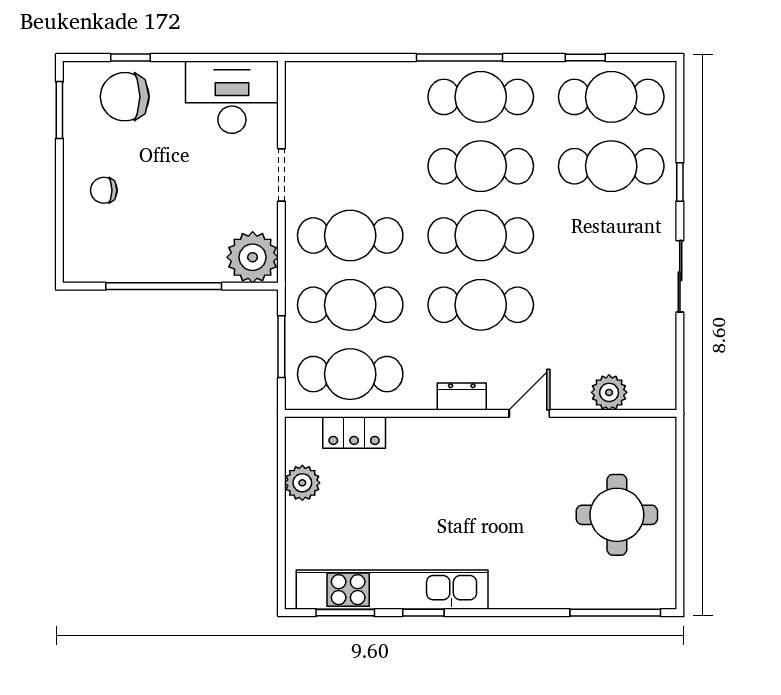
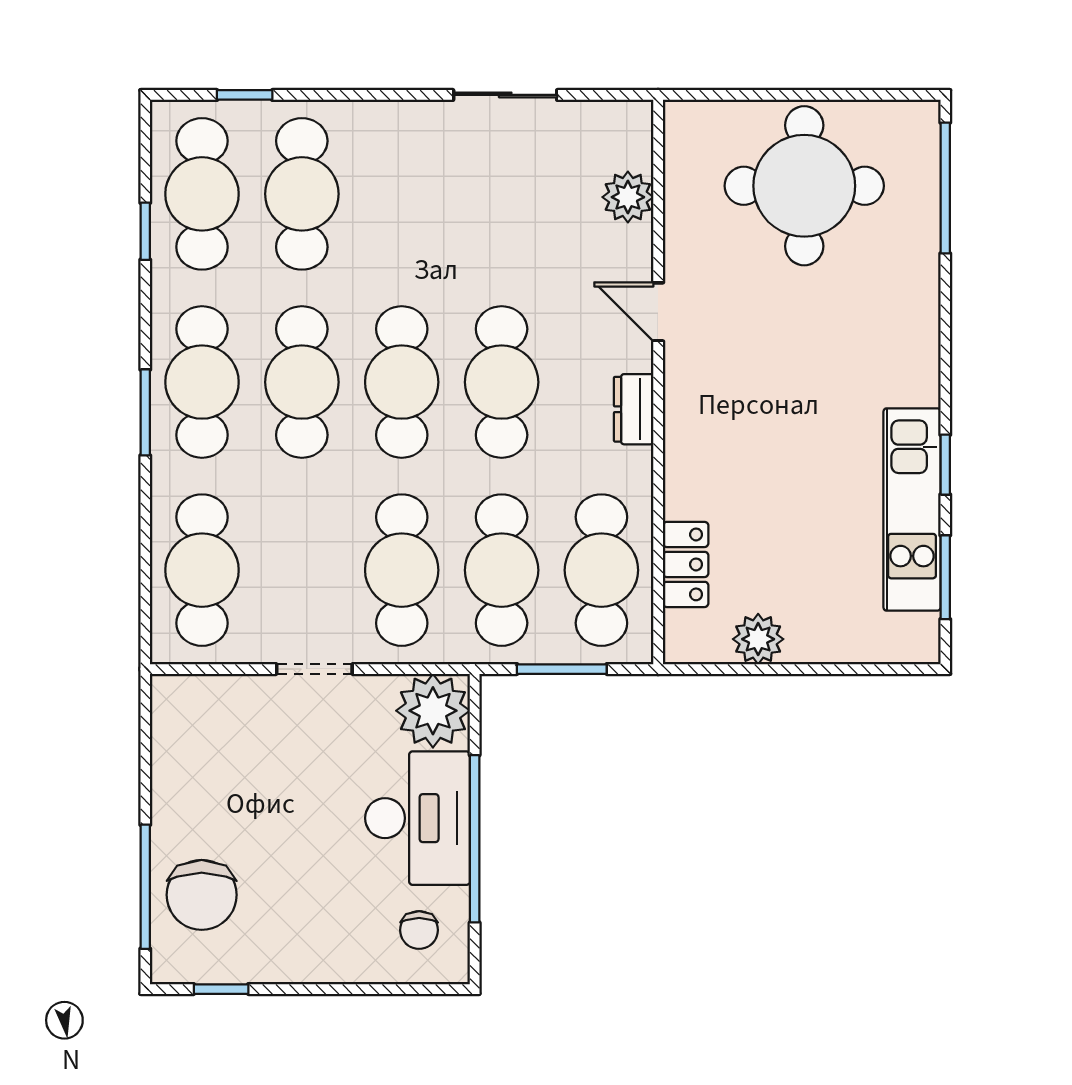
window: (130, 58) -> (145, 887), width x2.17
window: (460, 58) -> (145, 412), width x0.69
desk: (232, 97) -> (418, 818), moved, turned 180
cafe table: (350, 97) -> (202, 570), added
window: (59, 110) -> (221, 989), width x0.67
window: (680, 182) -> (245, 95), moved
chair: (104, 190) -> (419, 930), moved
sliding door: (680, 276) -> (505, 95), moved
round table: (617, 515) -> (804, 186), width x1.36, depth x1.36
kitchen unit: (392, 590) -> (912, 510), width x0.73

